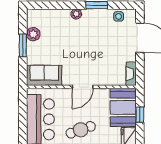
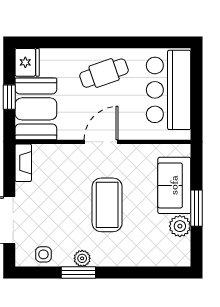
plant: (76, 14) -> (82, 258), moved
coffee table: (79, 47) -> (107, 205), added
sofa: (44, 75) -> (174, 185), moved, turned 90

